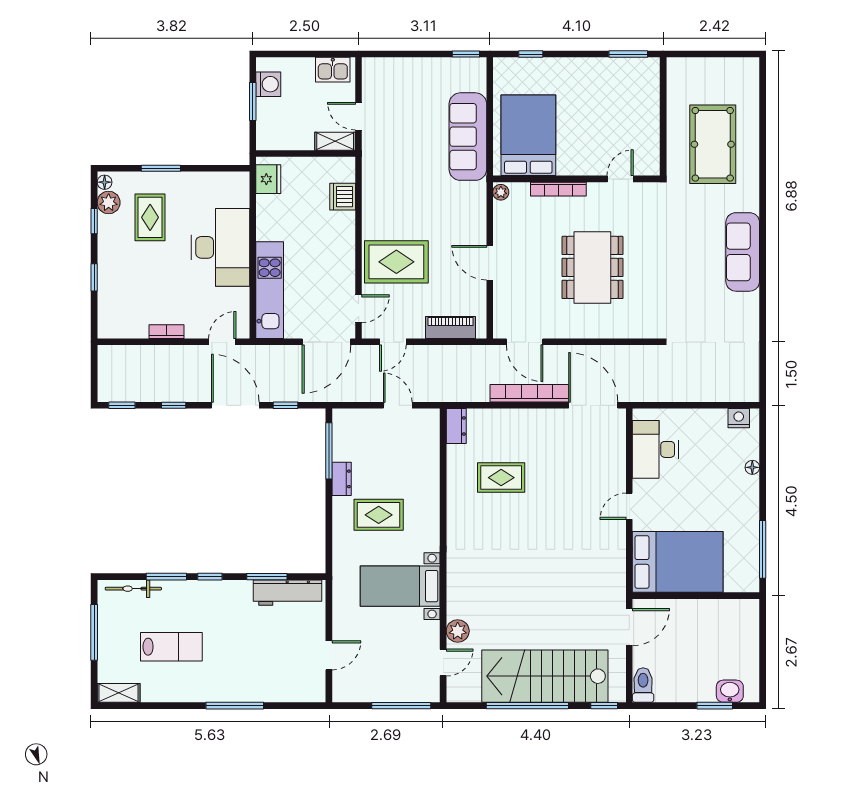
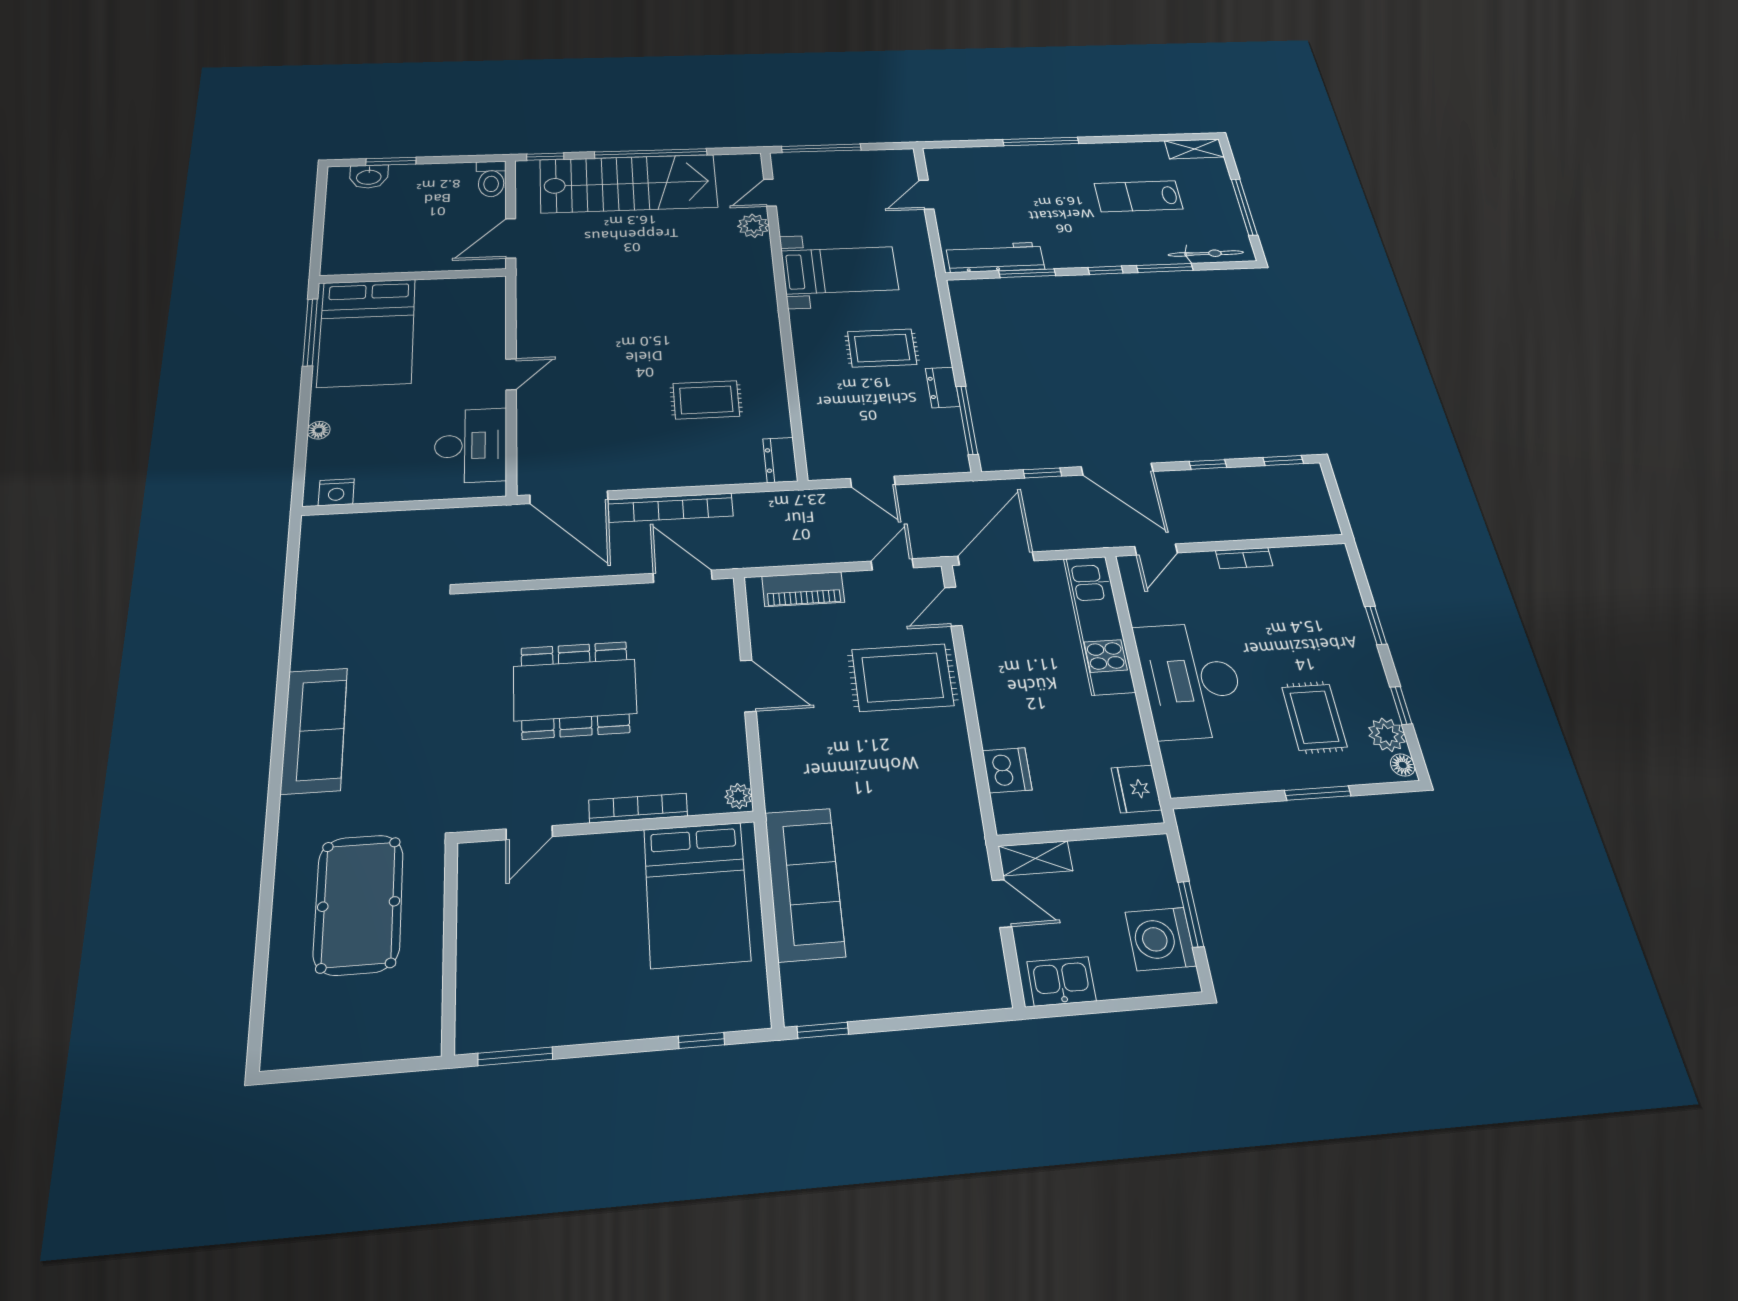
washing machine: (268, 84) -> (1161, 939), width x1.37, depth x1.37
dining table: (592, 267) -> (575, 690), turned 90
bed: (678, 562) -> (367, 332), moved, turned -90

